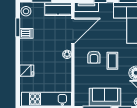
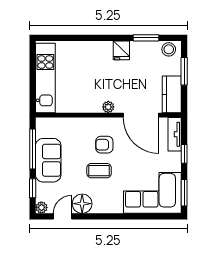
dishwasher: (26, 33) -> (138, 50), removed
fridge: (27, 71) -> (121, 50), moved

